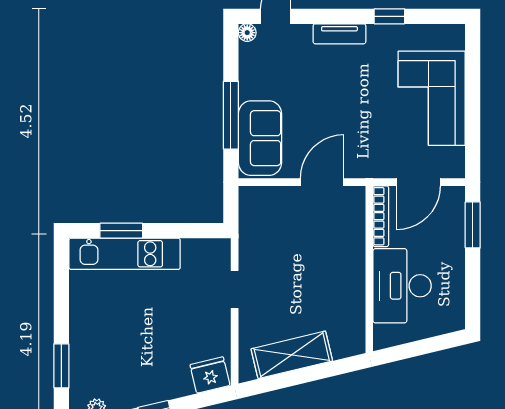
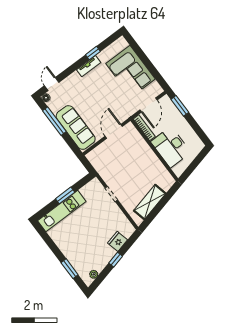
tv unit: (339, 34) -> (89, 66), moved
window: (231, 115) -> (54, 121), moved
sofa: (260, 138) -> (76, 127), width x1.36
window: (121, 231) -> (65, 195), moved
fridge: (210, 375) -> (118, 241), moved

